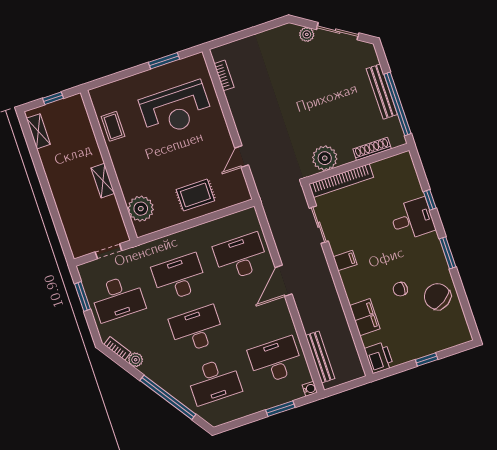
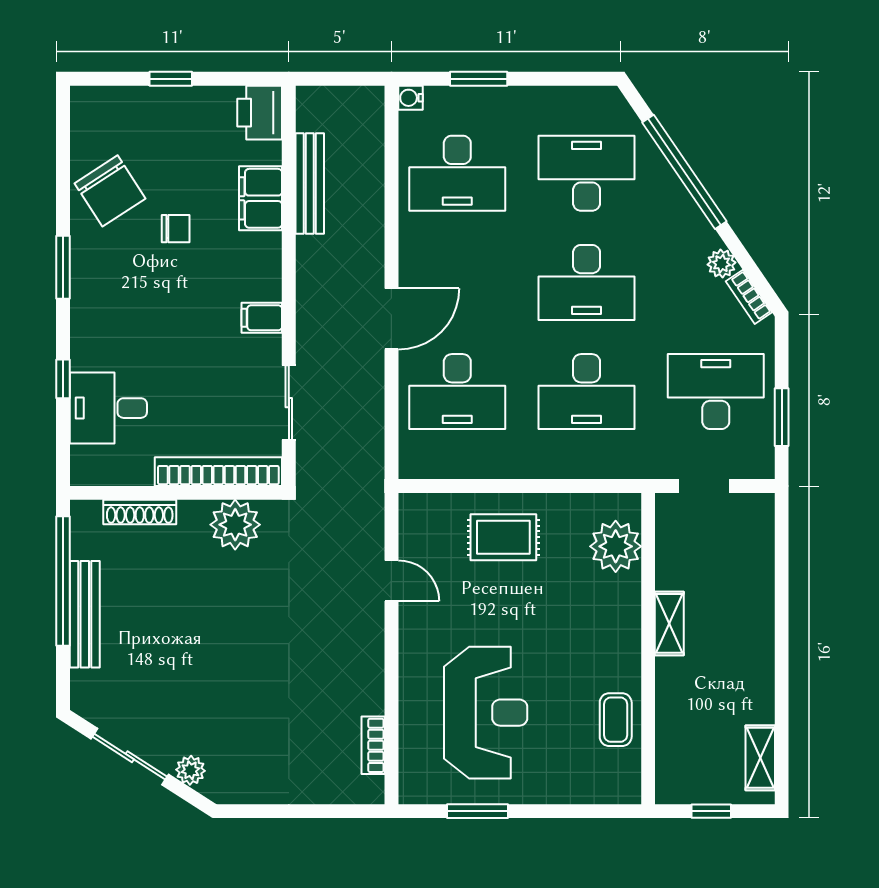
reception desk: (176, 109) -> (486, 713), turned 90
door: (242, 156) -> (391, 581), hinge flipped
desk: (412, 219) -> (108, 408), moved
bench: (320, 357) -> (310, 184), moved

